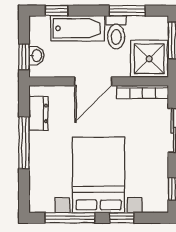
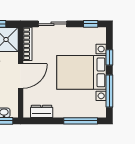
door: (93, 81) -> (21, 76), hinge flipped
window: (24, 143) -> (81, 121), moved

